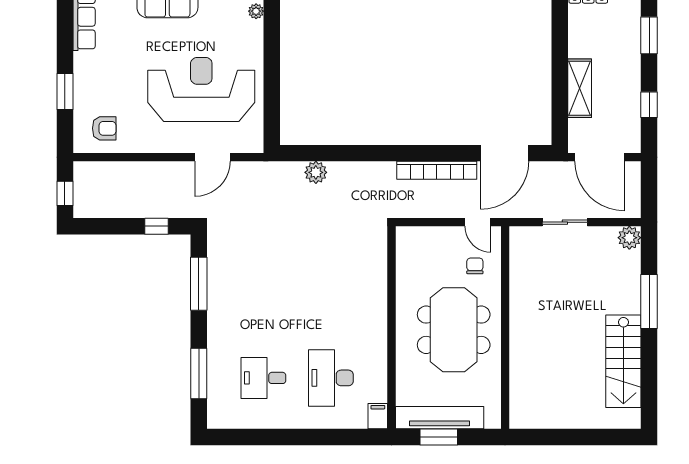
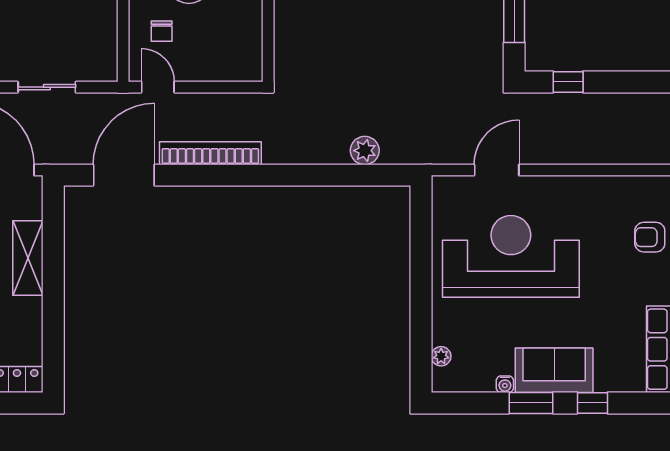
reception desk: (201, 89) -> (511, 256), turned 180
armchair: (104, 128) -> (650, 237), moved

